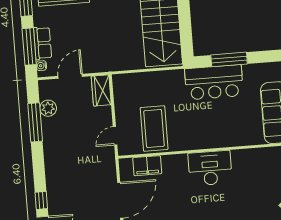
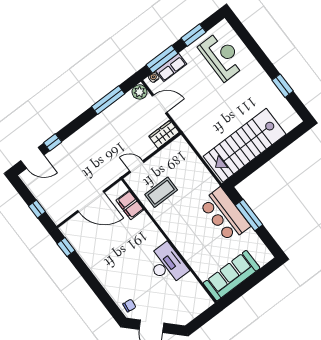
plant: (48, 108) -> (140, 92), moved
coffee table: (154, 128) -> (161, 192), width x0.73, depth x0.76
desk: (210, 168) -> (167, 265), moved

